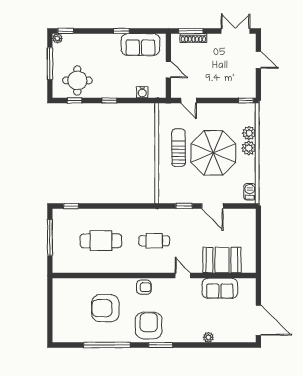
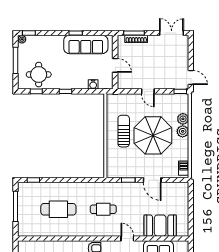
sofa: (140, 45) -> (86, 44), width x1.36
door: (258, 60) -> (191, 78), moved
door: (189, 100) -> (148, 91), moved

